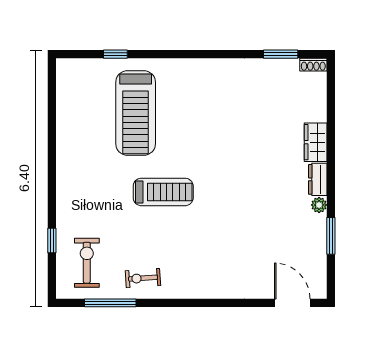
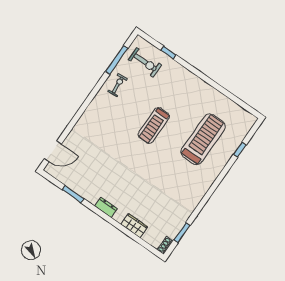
treadmill: (136, 113) -> (203, 139), turned 90
wardrobe: (316, 142) -> (134, 226), moved
plant: (319, 205) -> (93, 199), removed

